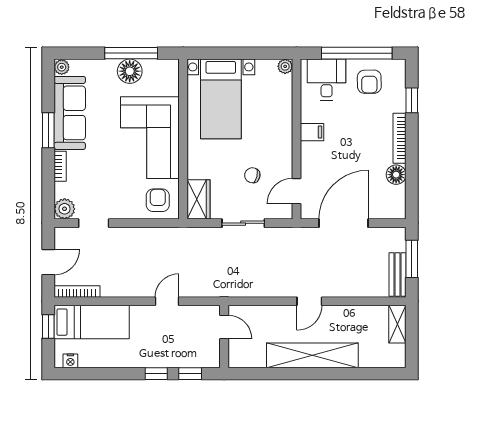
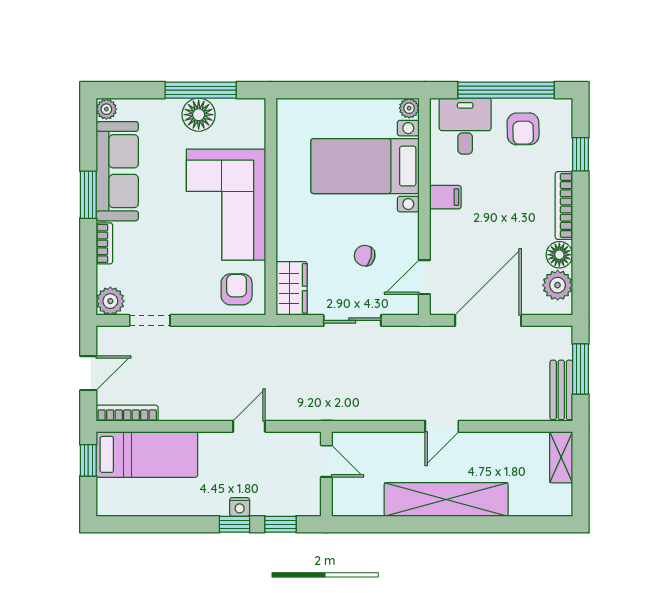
bed with nightstands: (221, 99) -> (365, 166), moved, turned 90
plant: (395, 197) -> (558, 285), added
nightstand: (70, 361) -> (240, 507), moved

